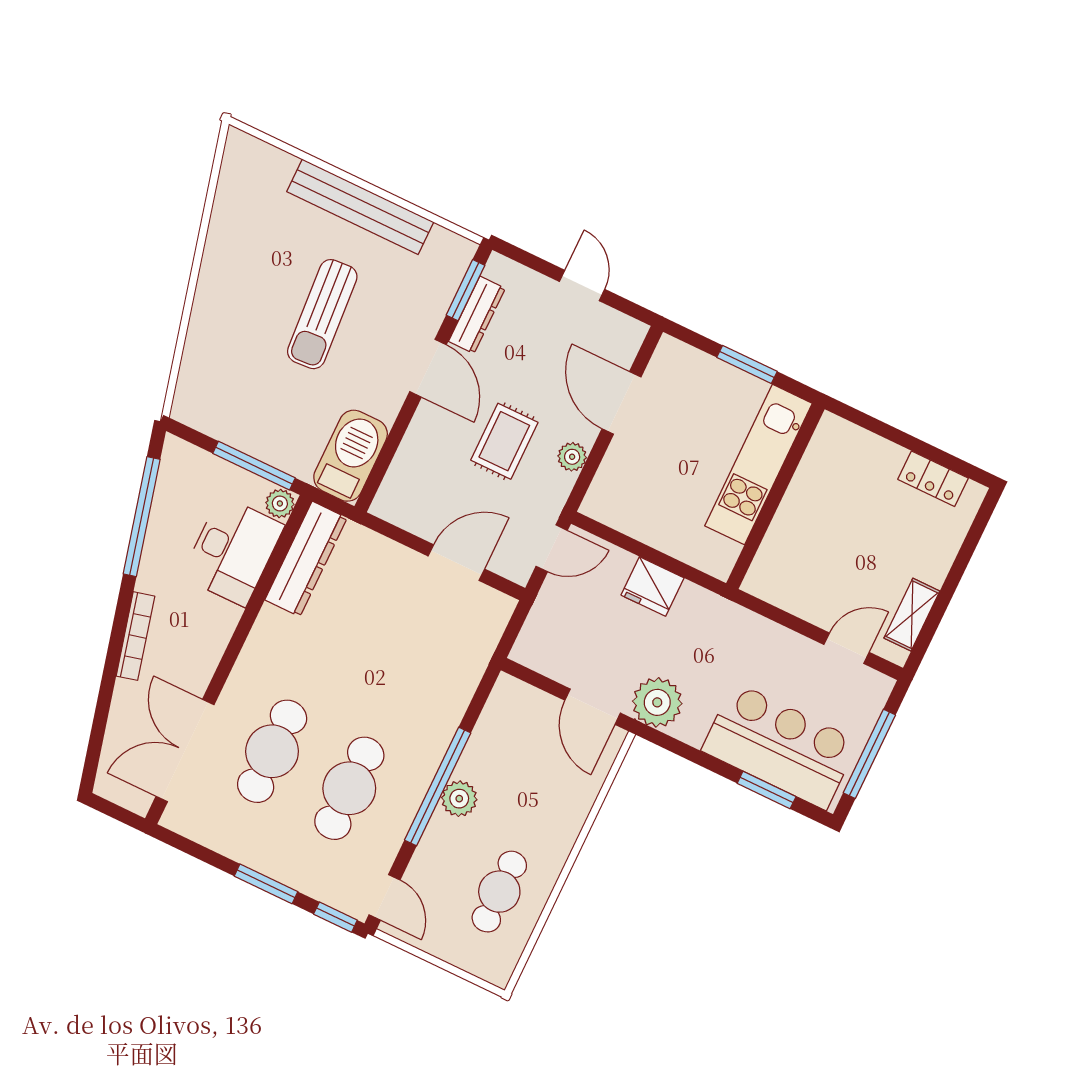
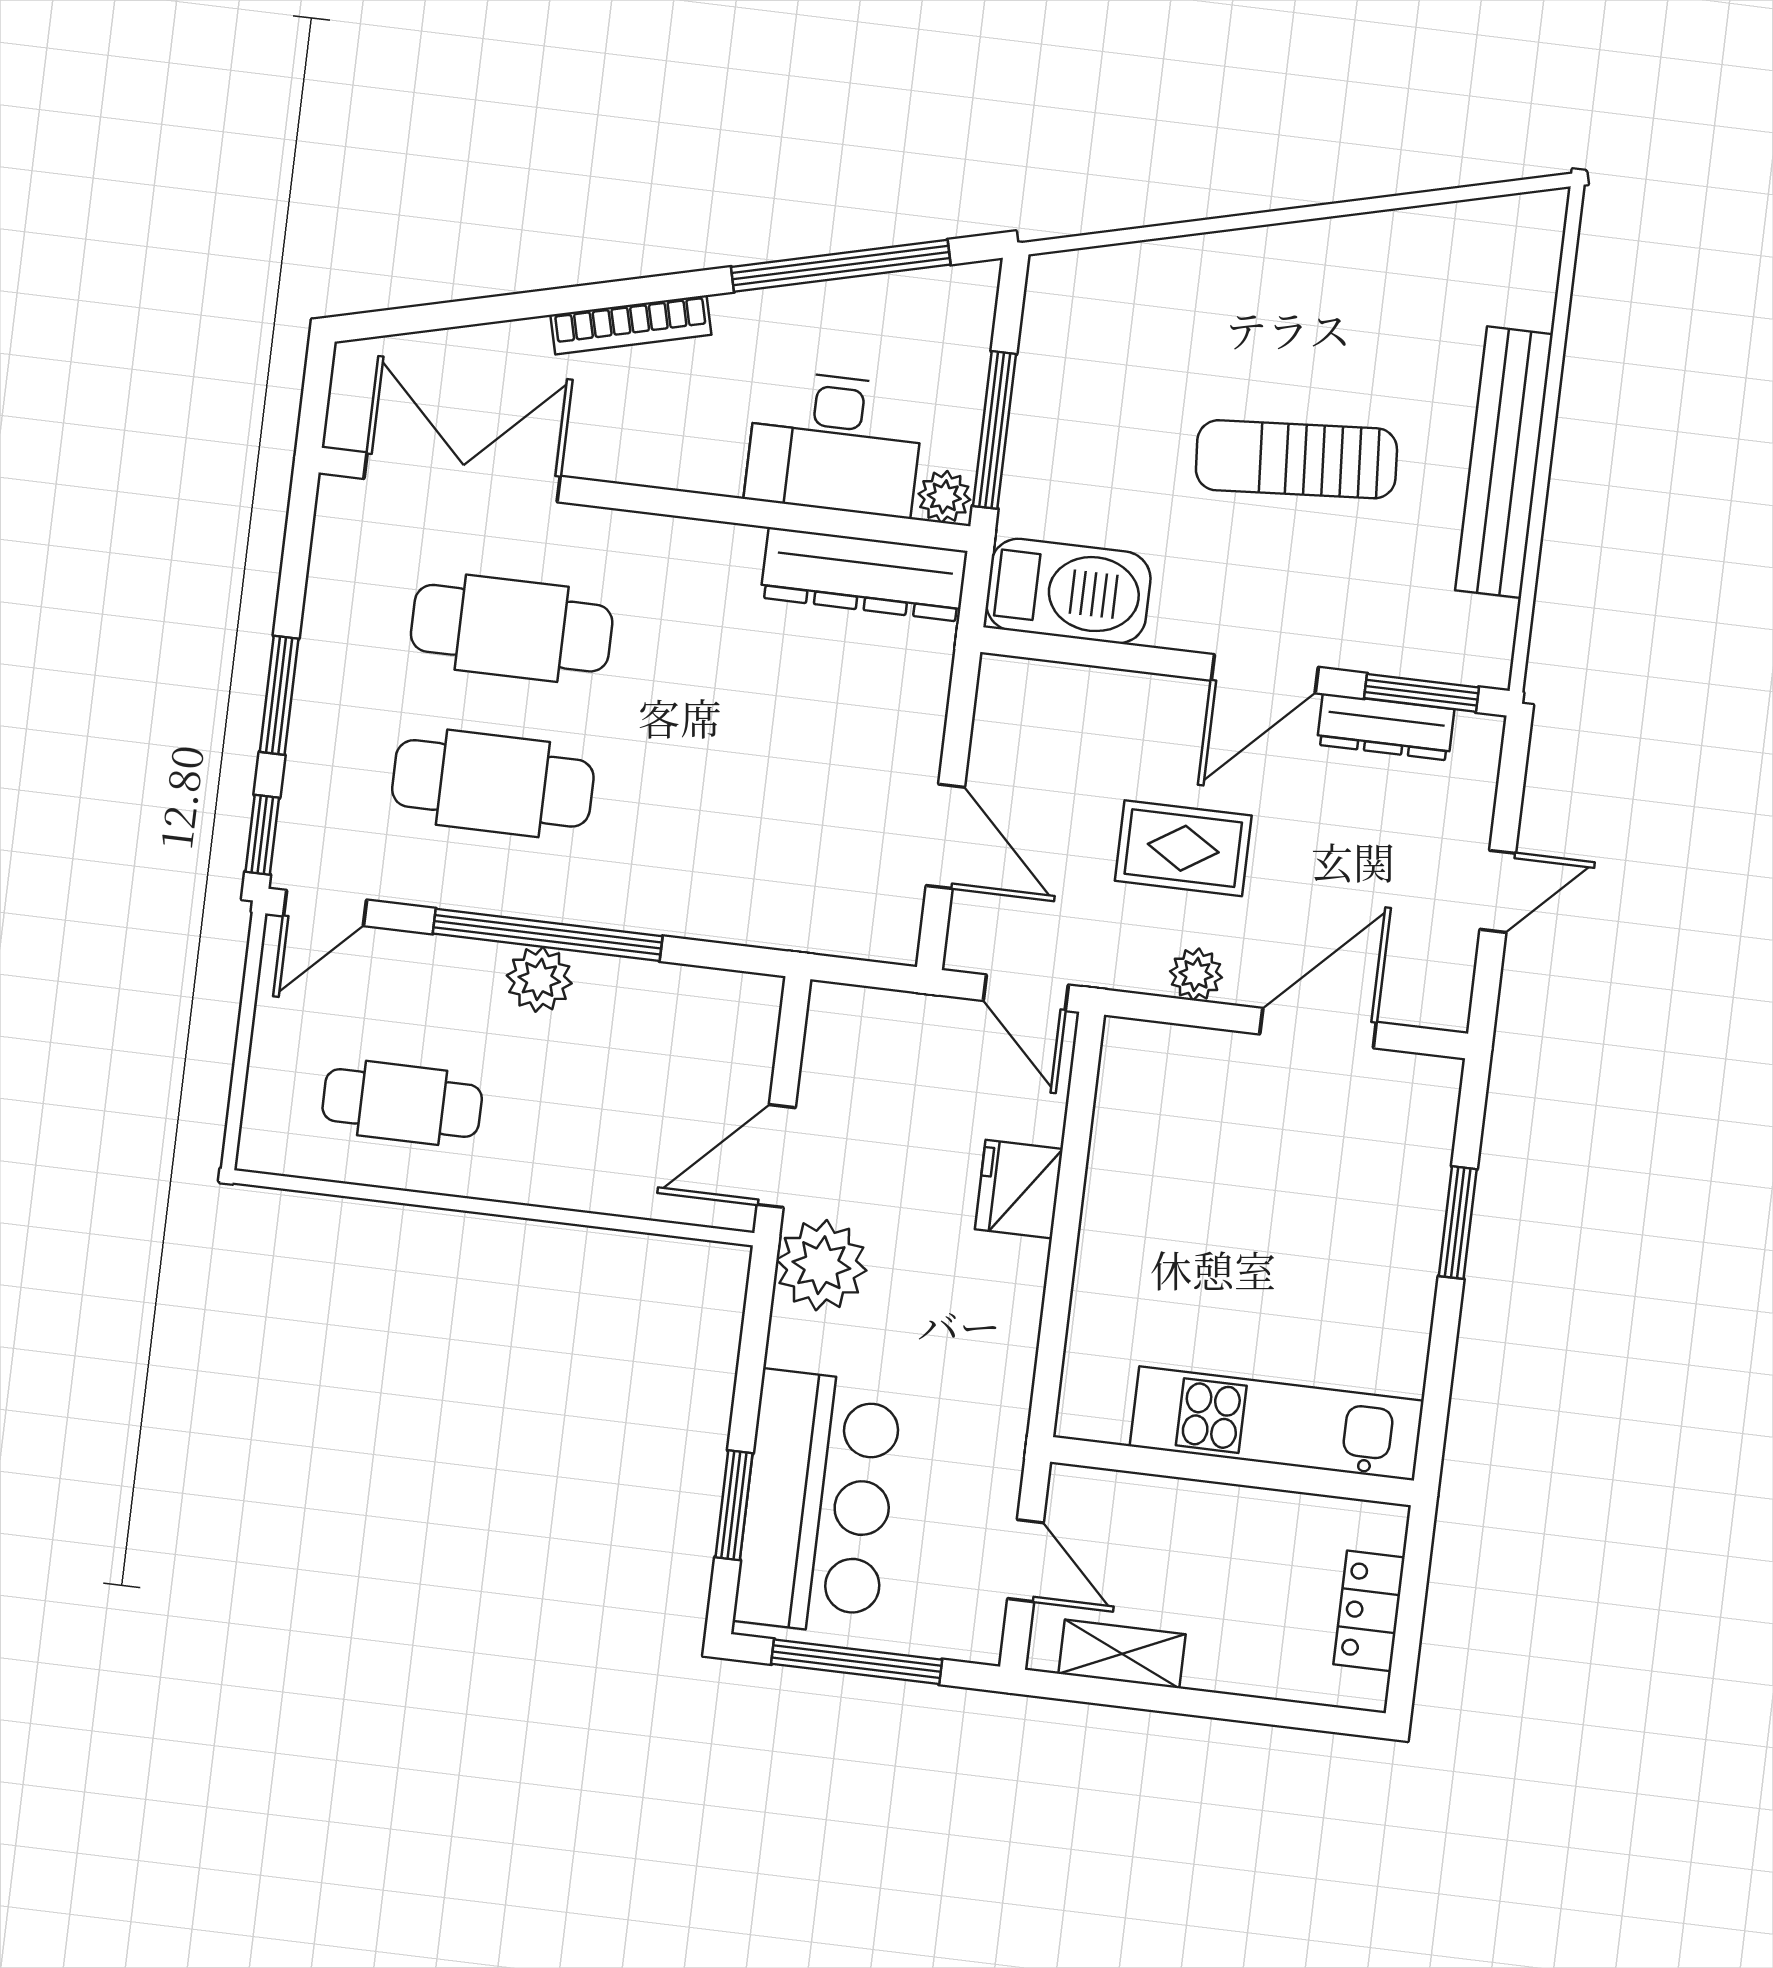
kitchen unit: (759, 465) -> (1277, 1423), moved
wall: (775, 496) -> (1232, 1471), moved

